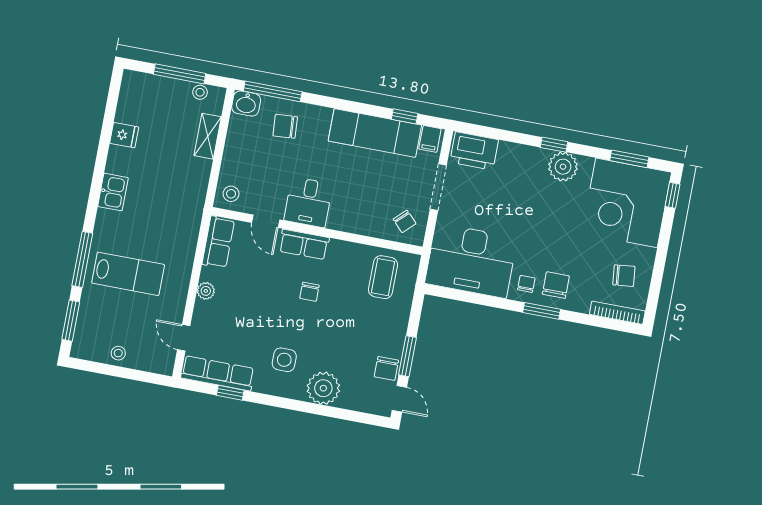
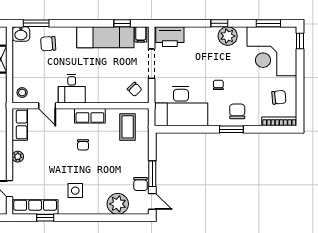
window: (273, 91) -> (36, 23), width x0.69
row of seats: (304, 244) -> (90, 116), moved
chair: (526, 284) -> (218, 85), moved
plant: (323, 388) -> (118, 204), moved

